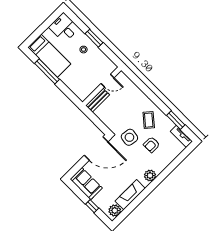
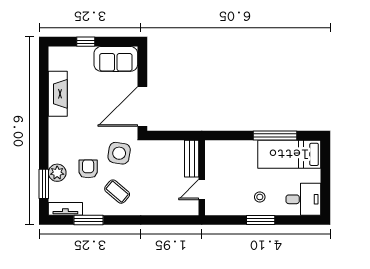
window: (180, 159) -> (44, 184), added
plant: (150, 176) -> (57, 173), moved
plant: (115, 210) -> (57, 61), removed

